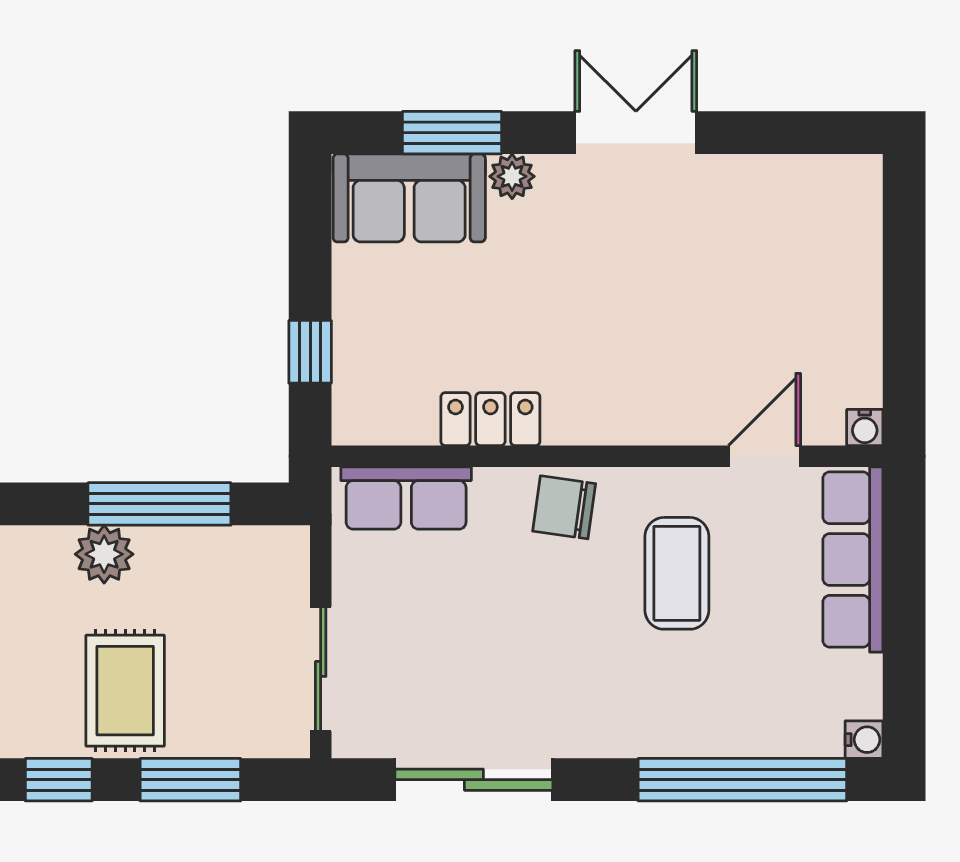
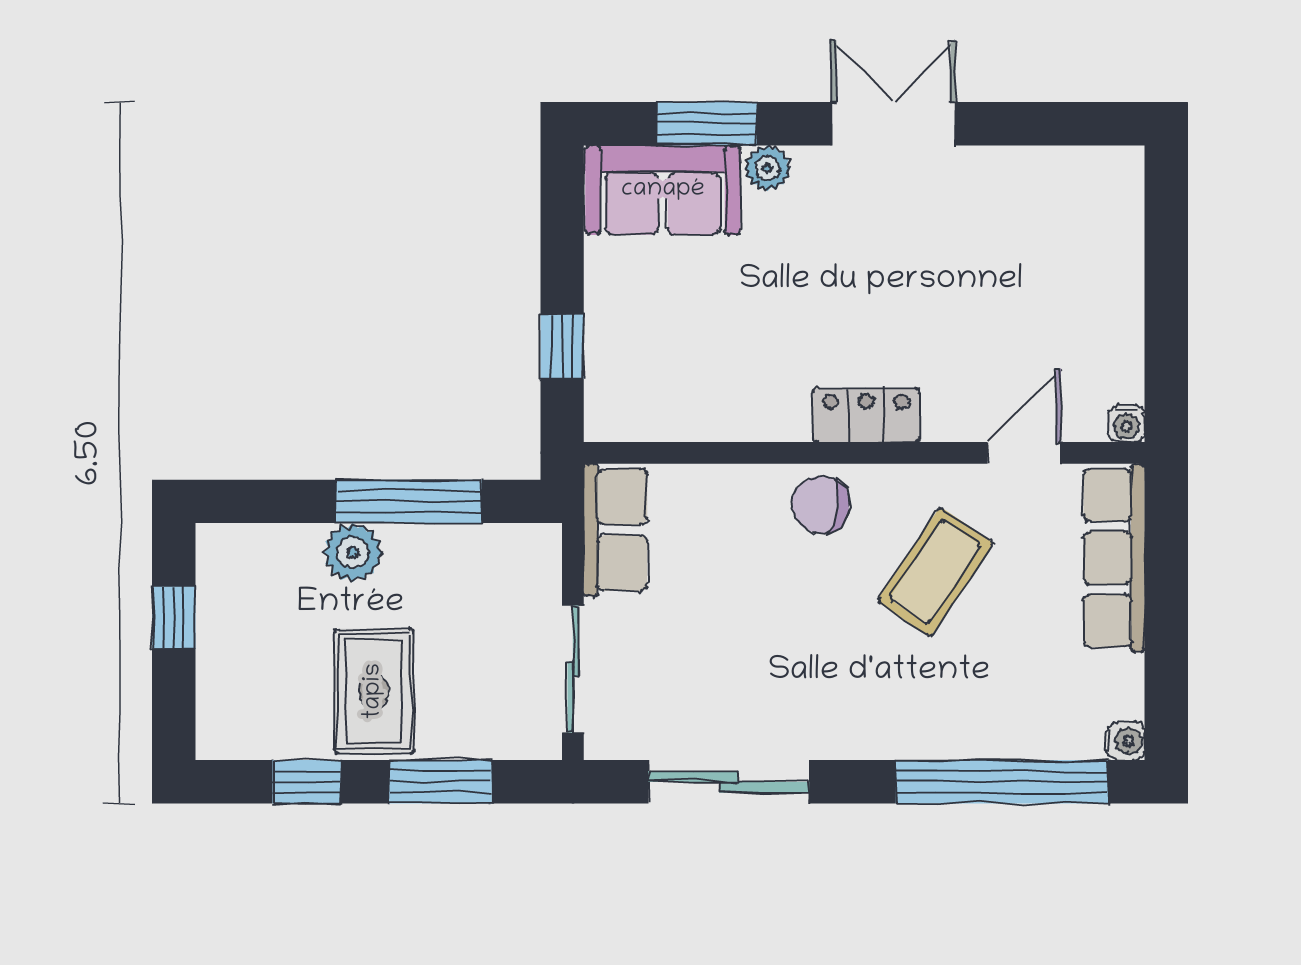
locker: (490, 419) -> (866, 415), moved
row of seats: (406, 498) -> (615, 530), moved, turned -90
coffee table: (677, 573) -> (935, 572), turned 34

